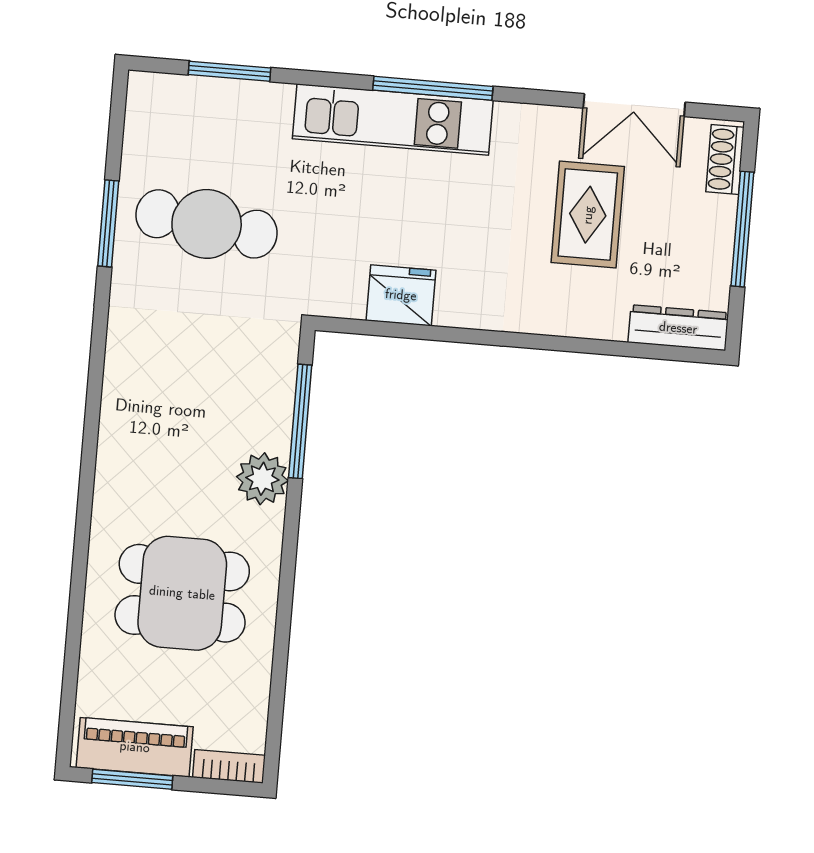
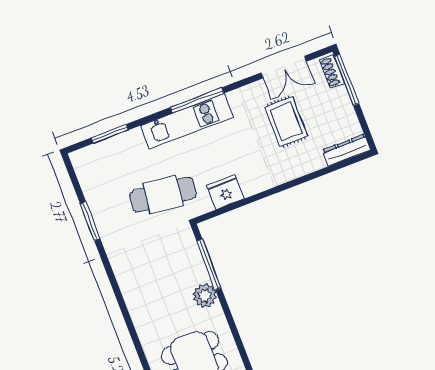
cafe table: (207, 224) -> (163, 194), moved
window: (742, 229) -> (347, 80), moved

